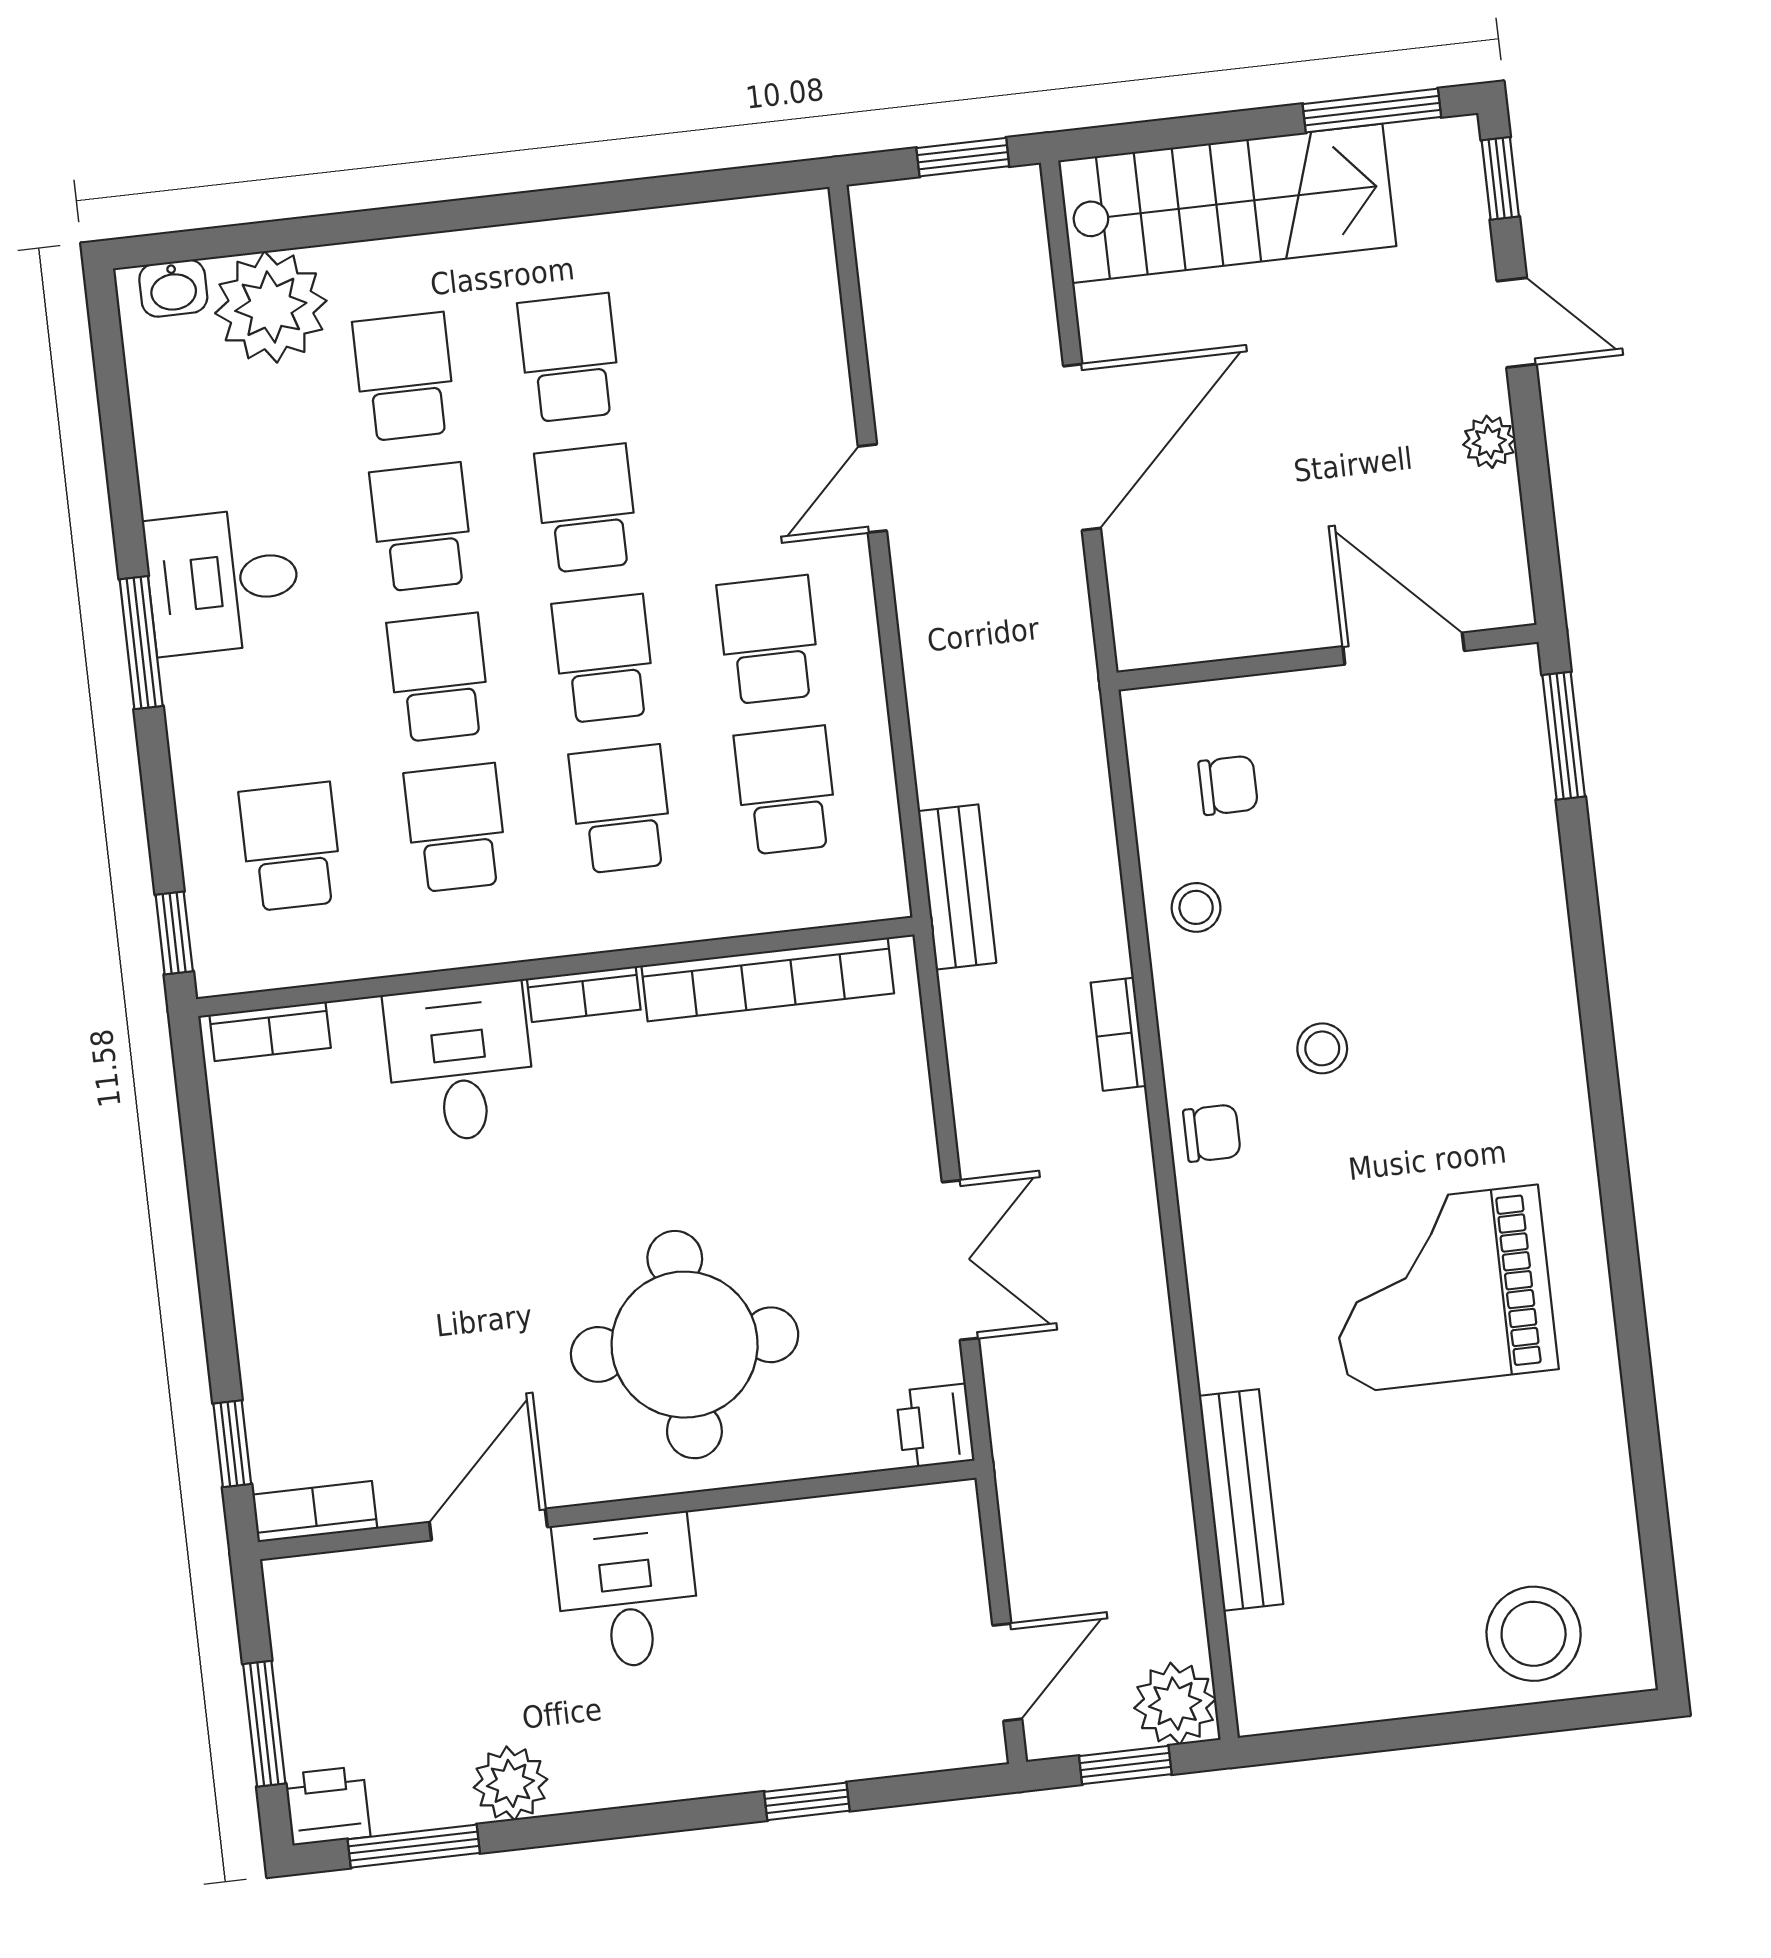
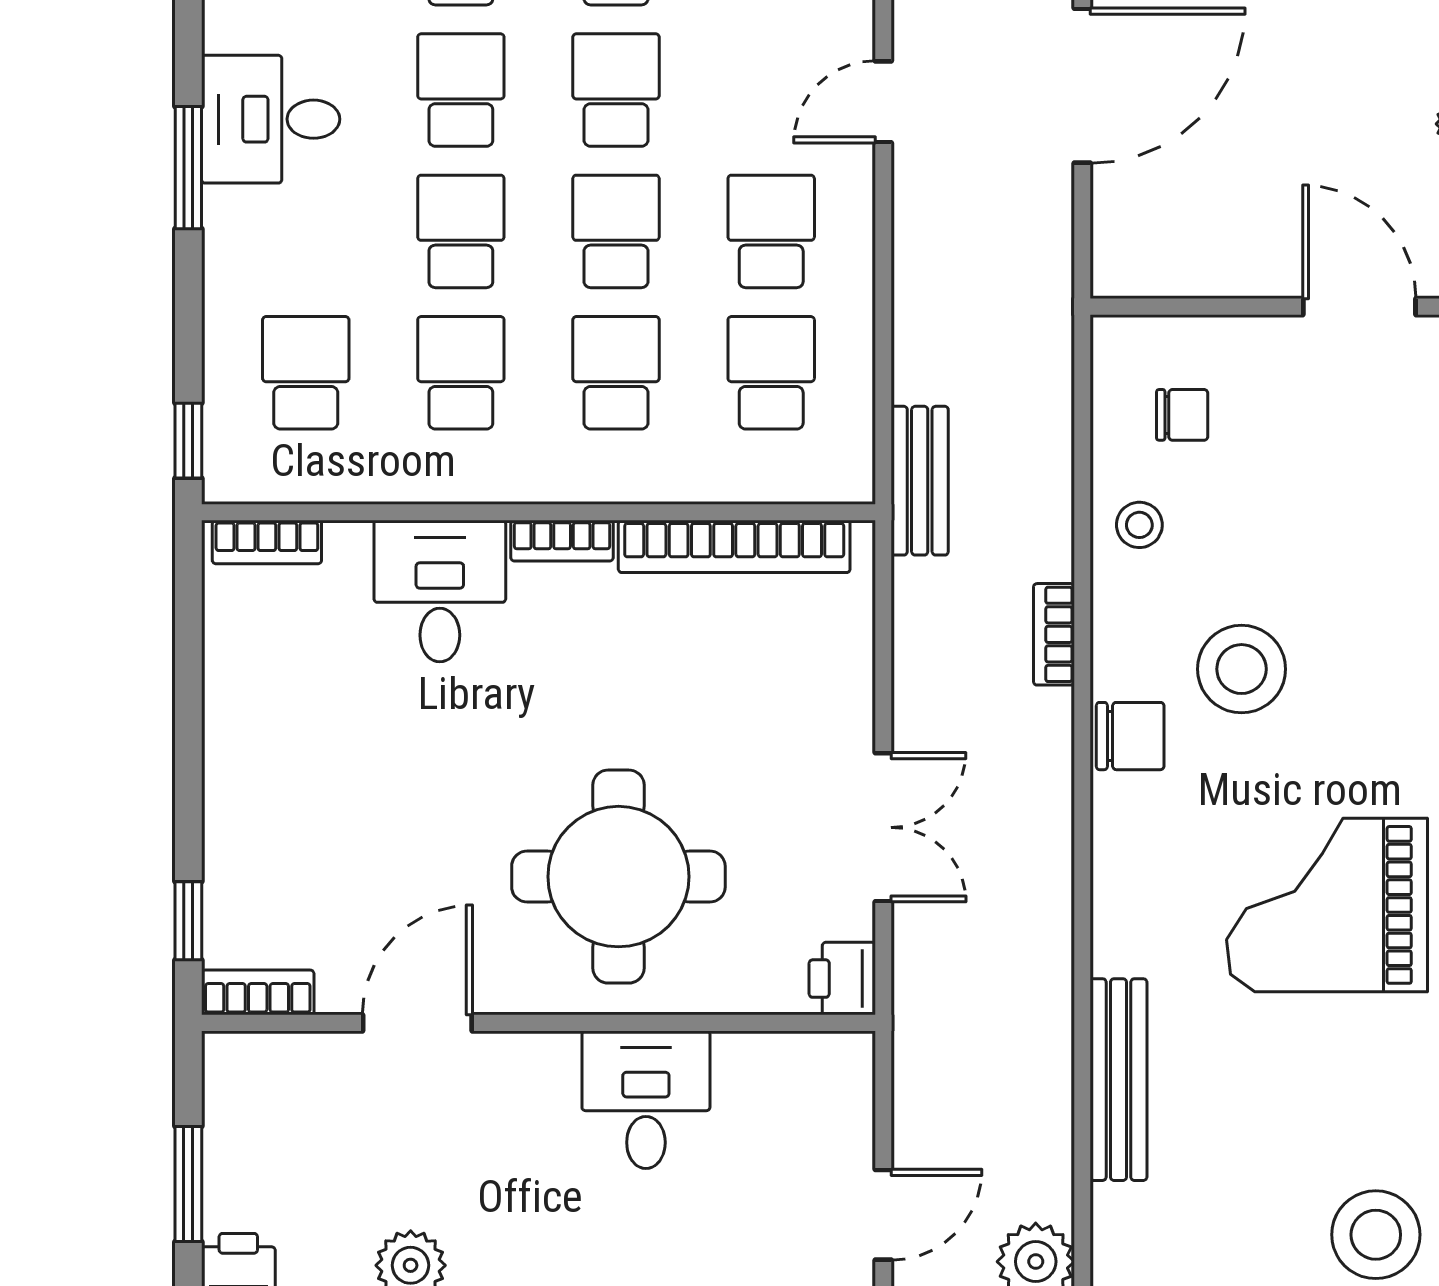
stool: (1322, 1048) -> (1242, 669), width x1.89, depth x1.89
chair: (1212, 1133) -> (1130, 736), width x1.37, depth x1.37
desk: (627, 1592) -> (646, 1100), moved

